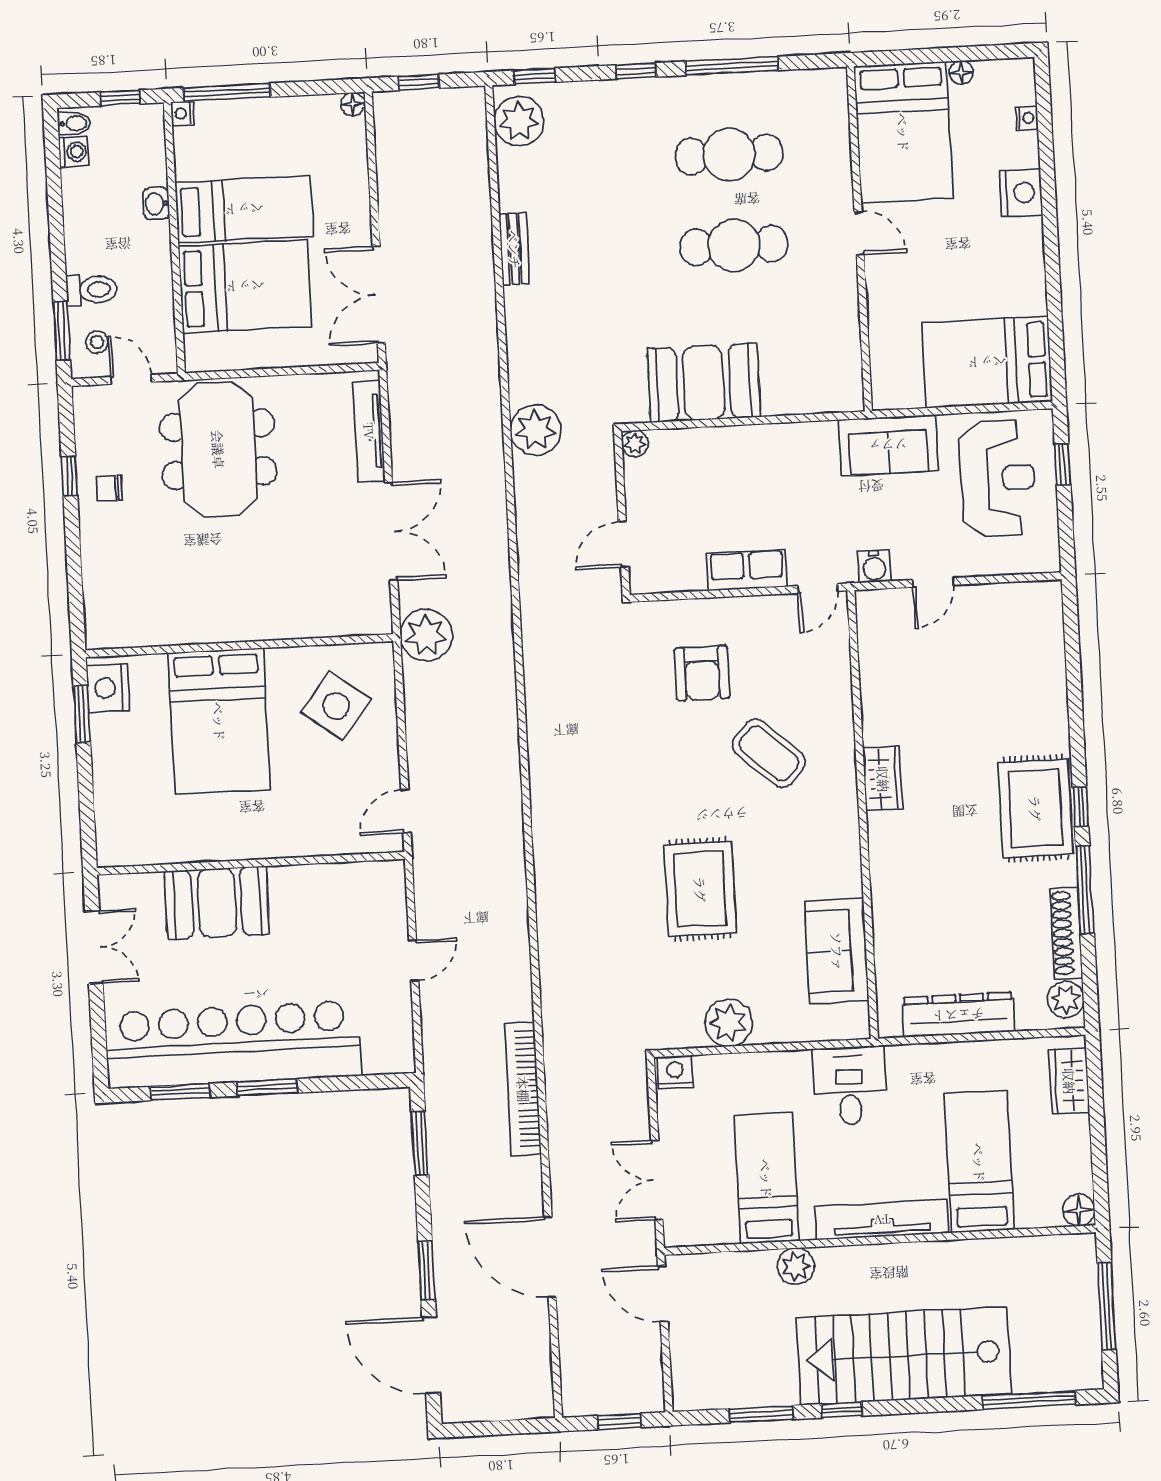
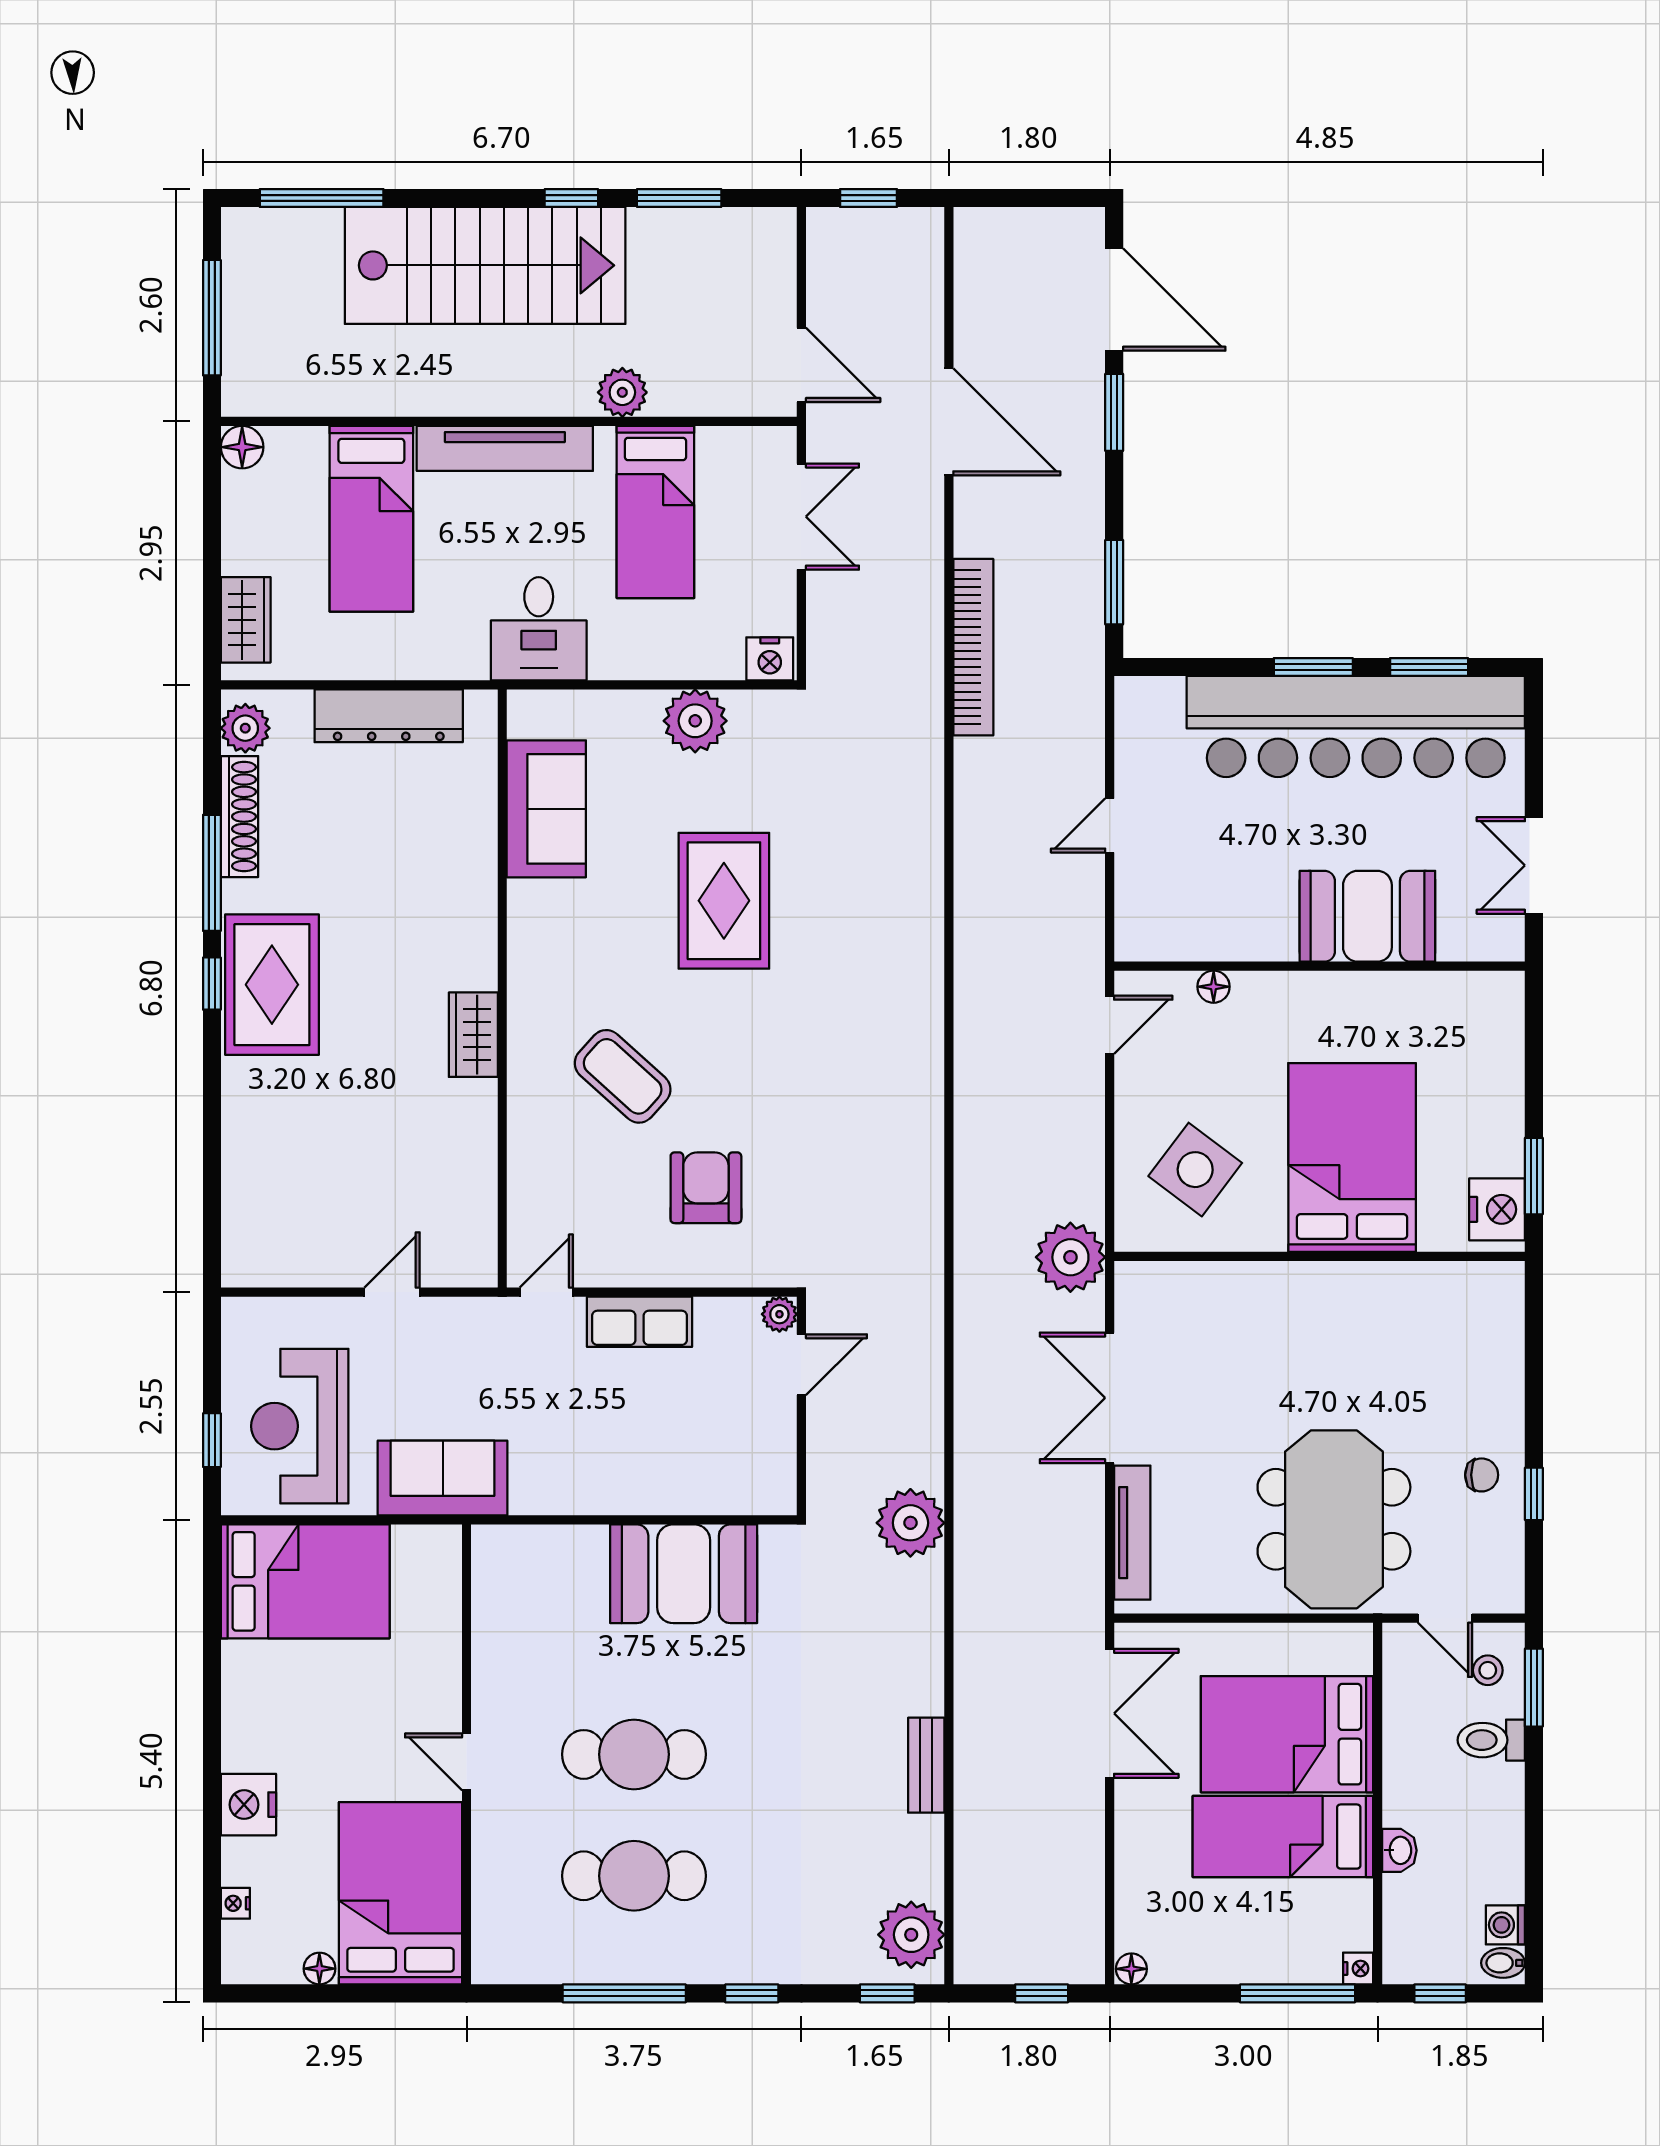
plant: (635, 443) -> (779, 1314), moved
water cooler: (874, 566) -> (470, 1318), removed
floor lamp: (329, 844) -> (1214, 987), added

